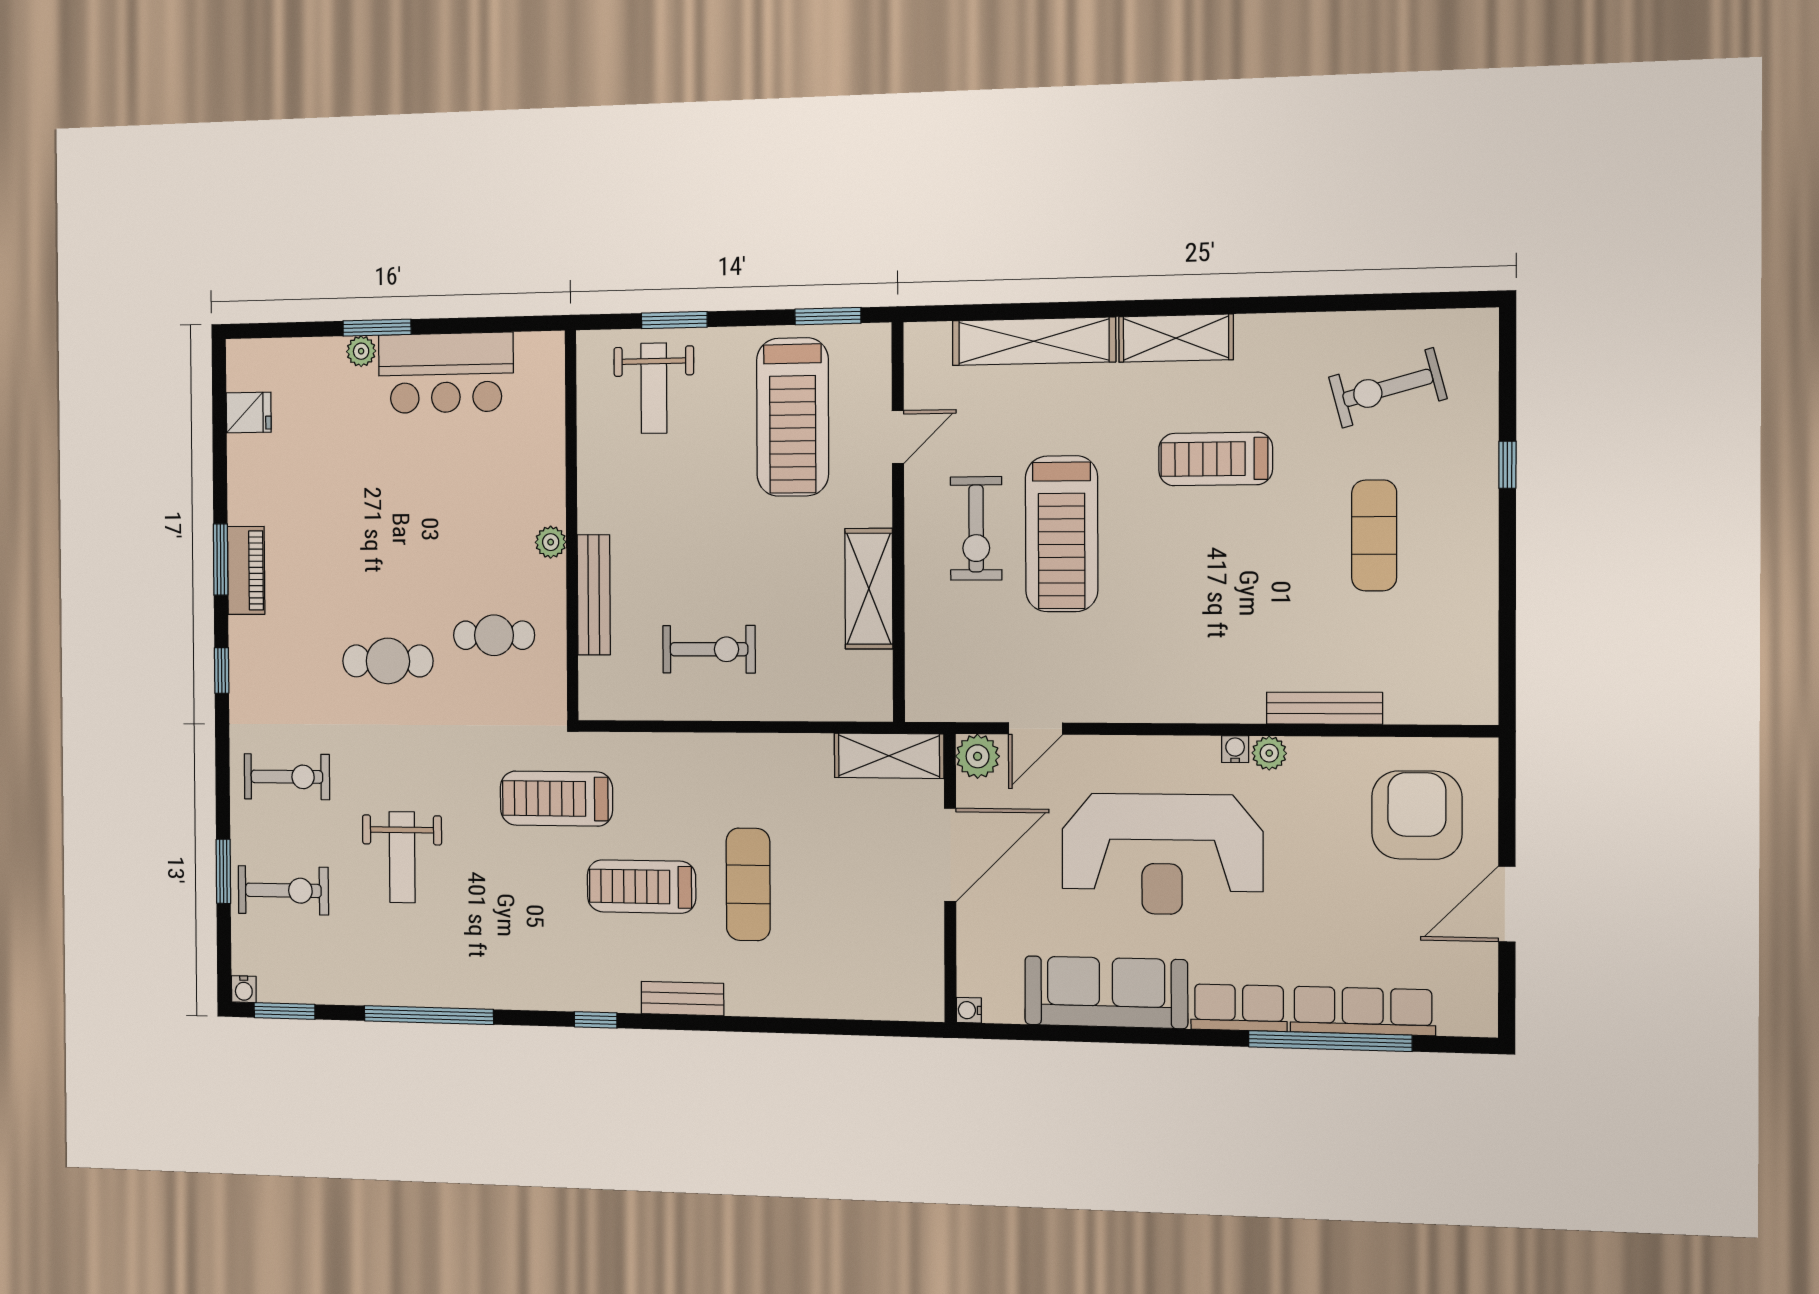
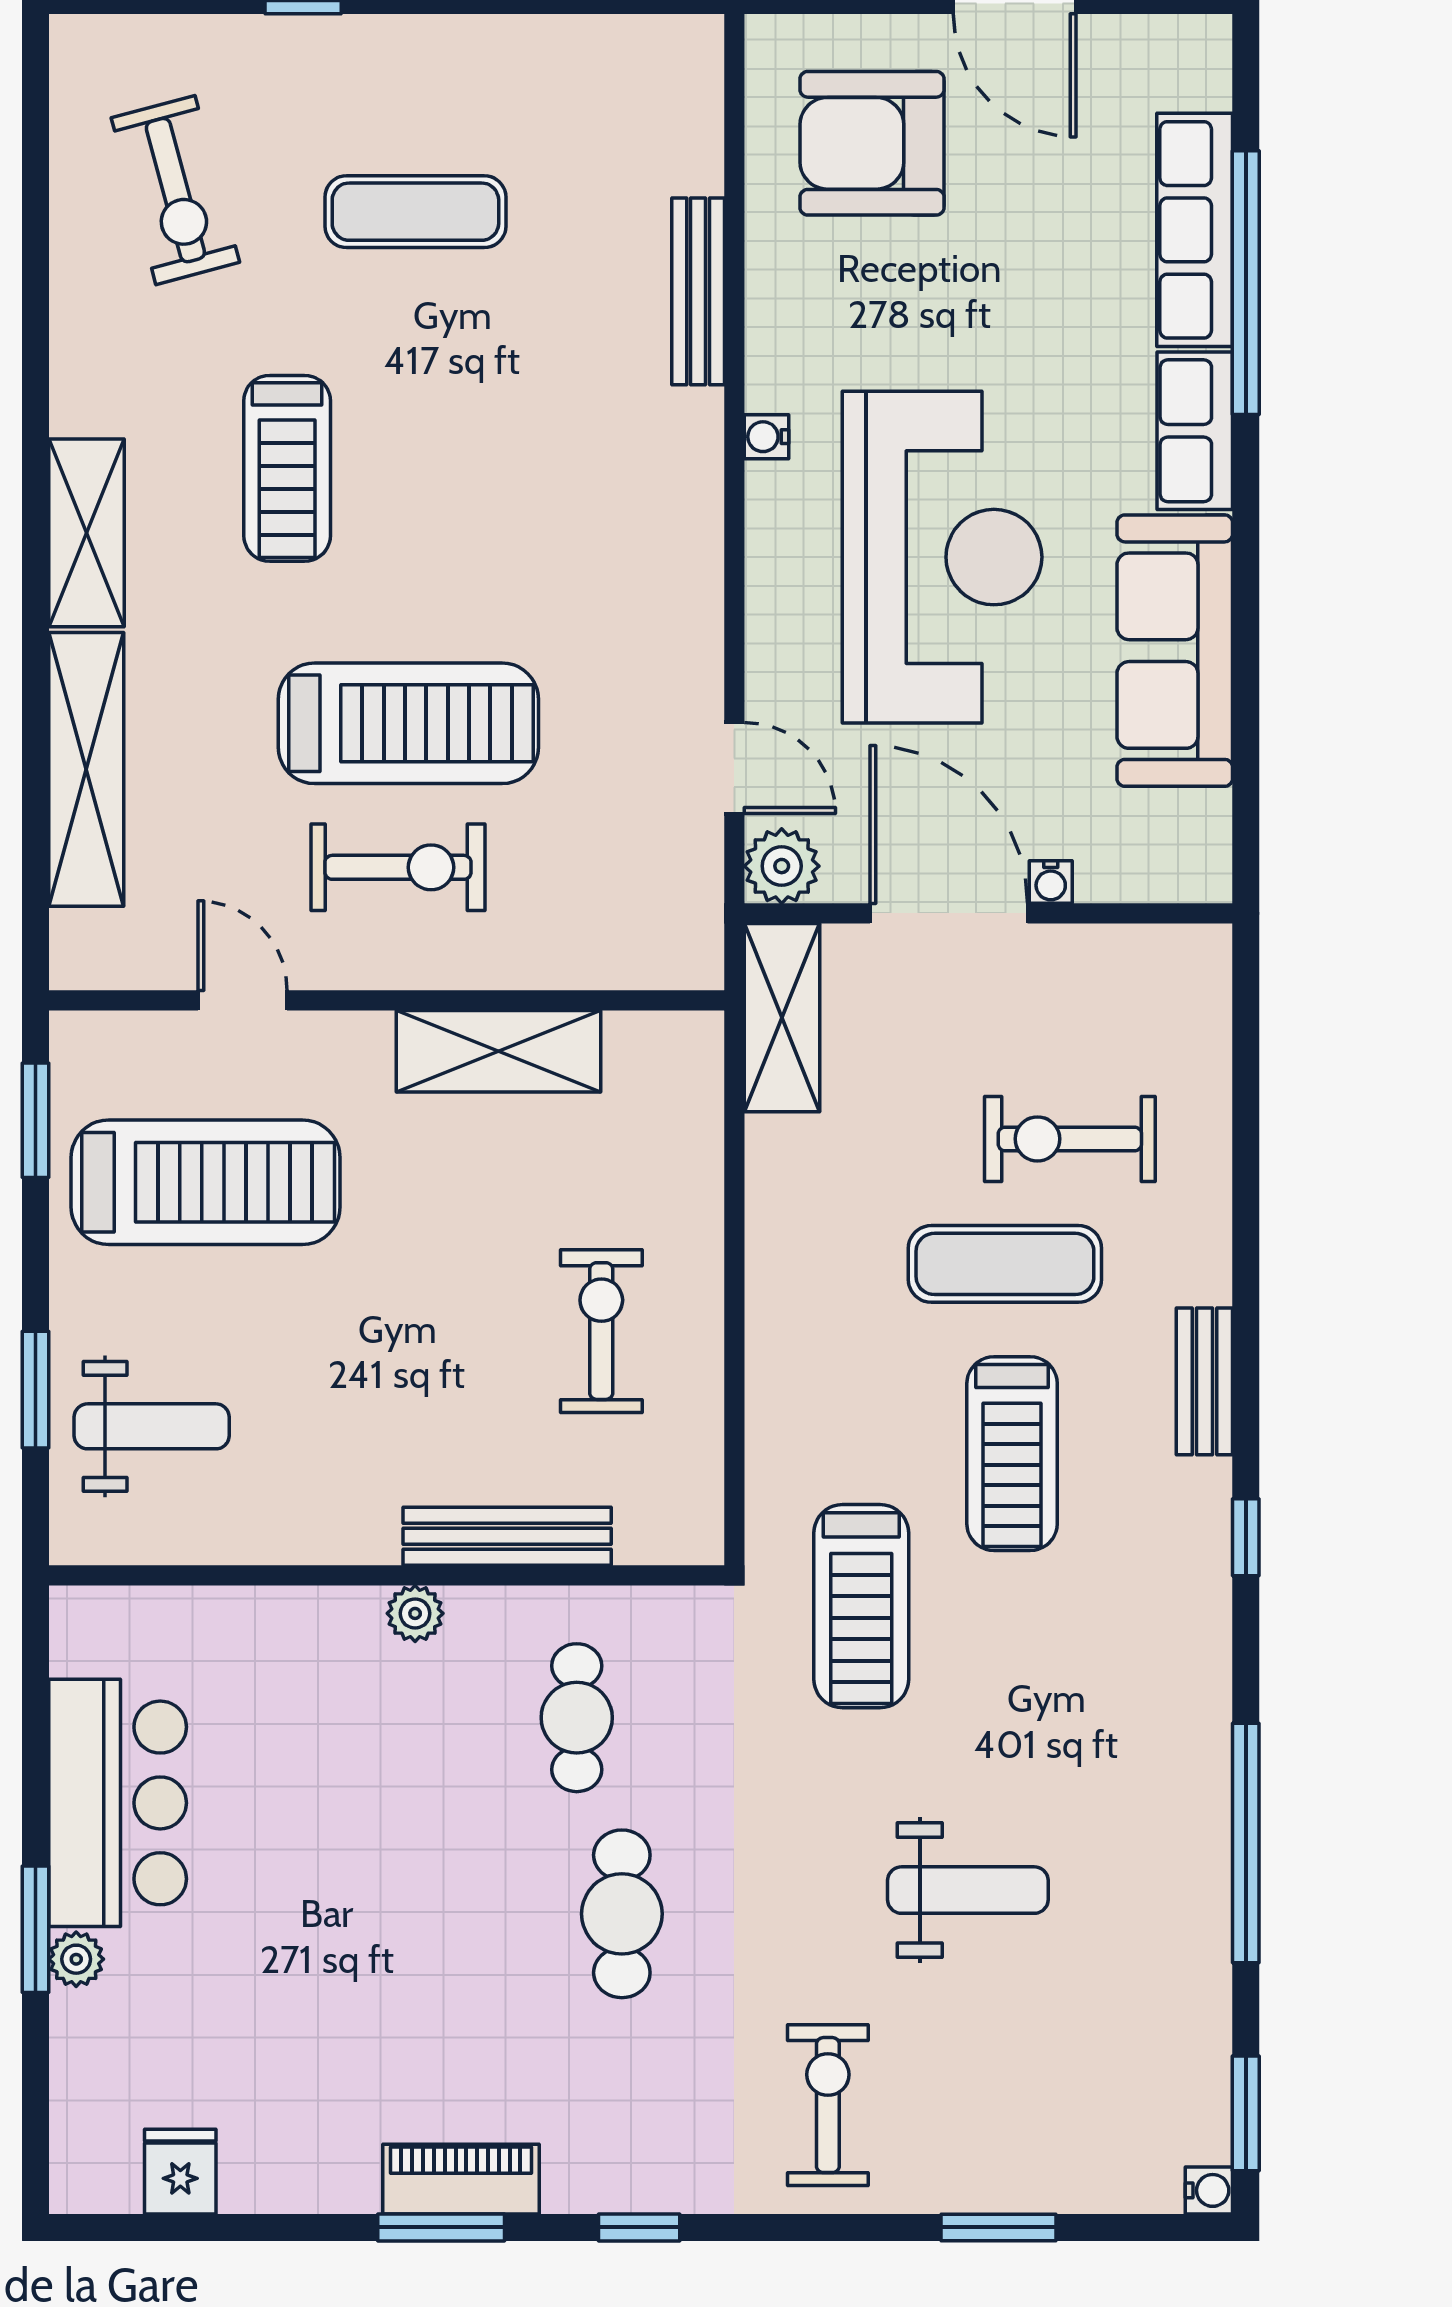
plant: (1269, 753) -> (773, 381), removed
exercise bike: (283, 890) -> (1070, 1139), moved, turned -90
water cooler: (969, 1010) -> (1051, 882), moved

